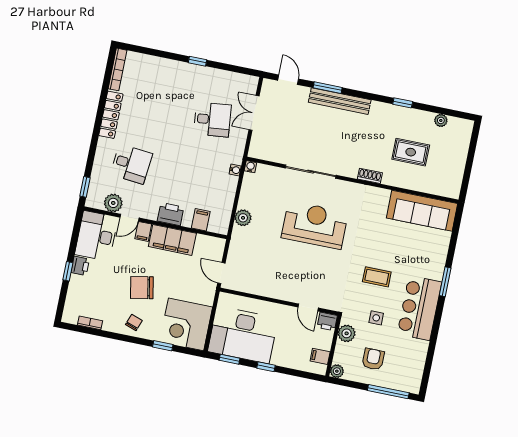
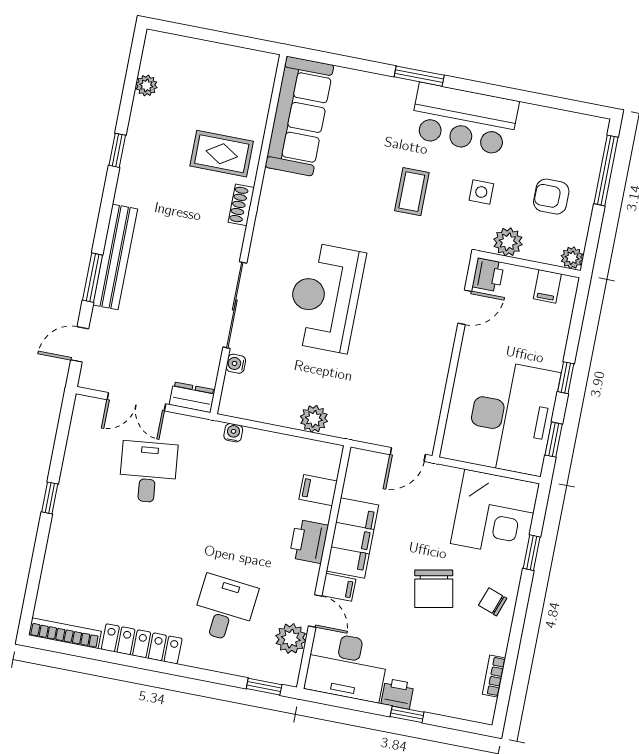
dresser: (256, 146) -> (192, 397), added
rug: (411, 152) -> (222, 154), moved, turned 90
water cooler: (250, 167) -> (236, 364), moved

